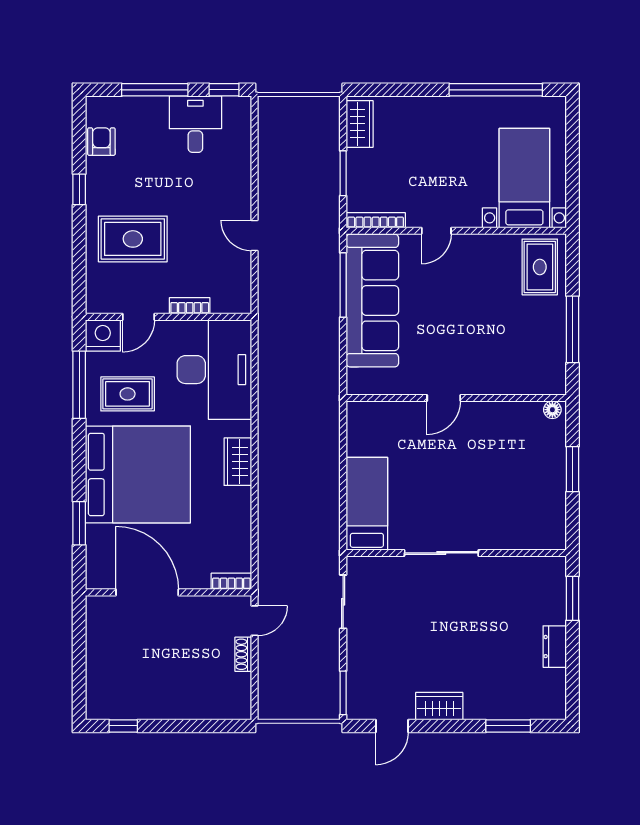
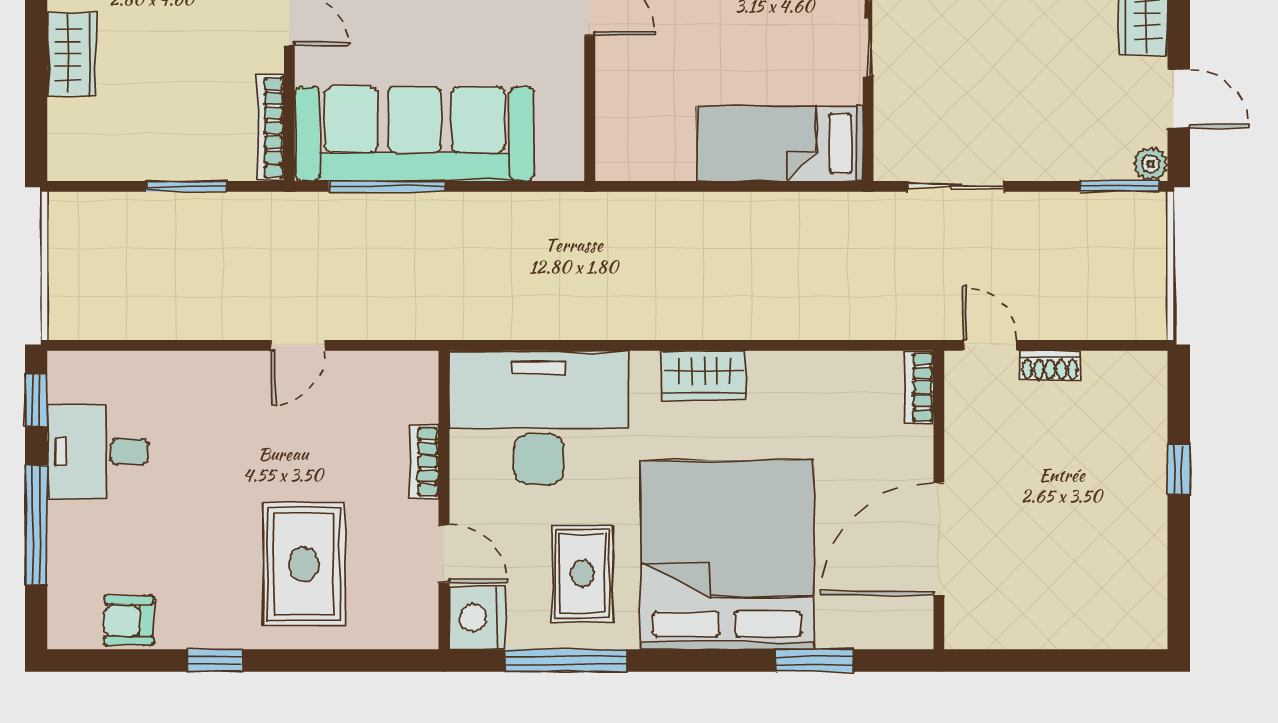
wardrobe: (360, 124) -> (72, 54), moved, turned 90
plant: (356, 710) -> (1151, 164), added
window: (123, 726) -> (1179, 469), moved

